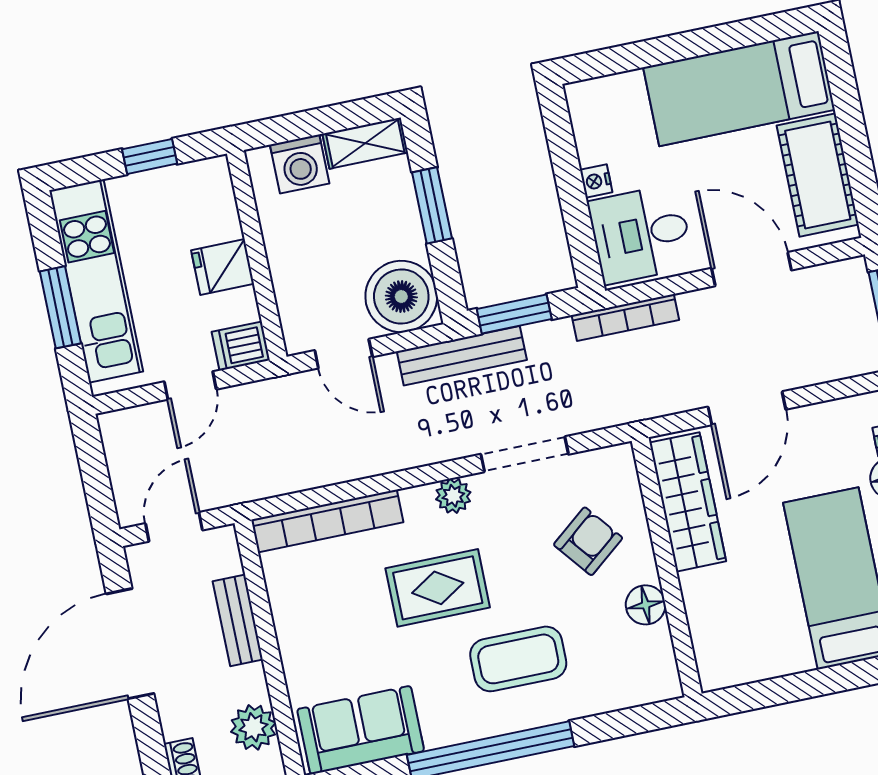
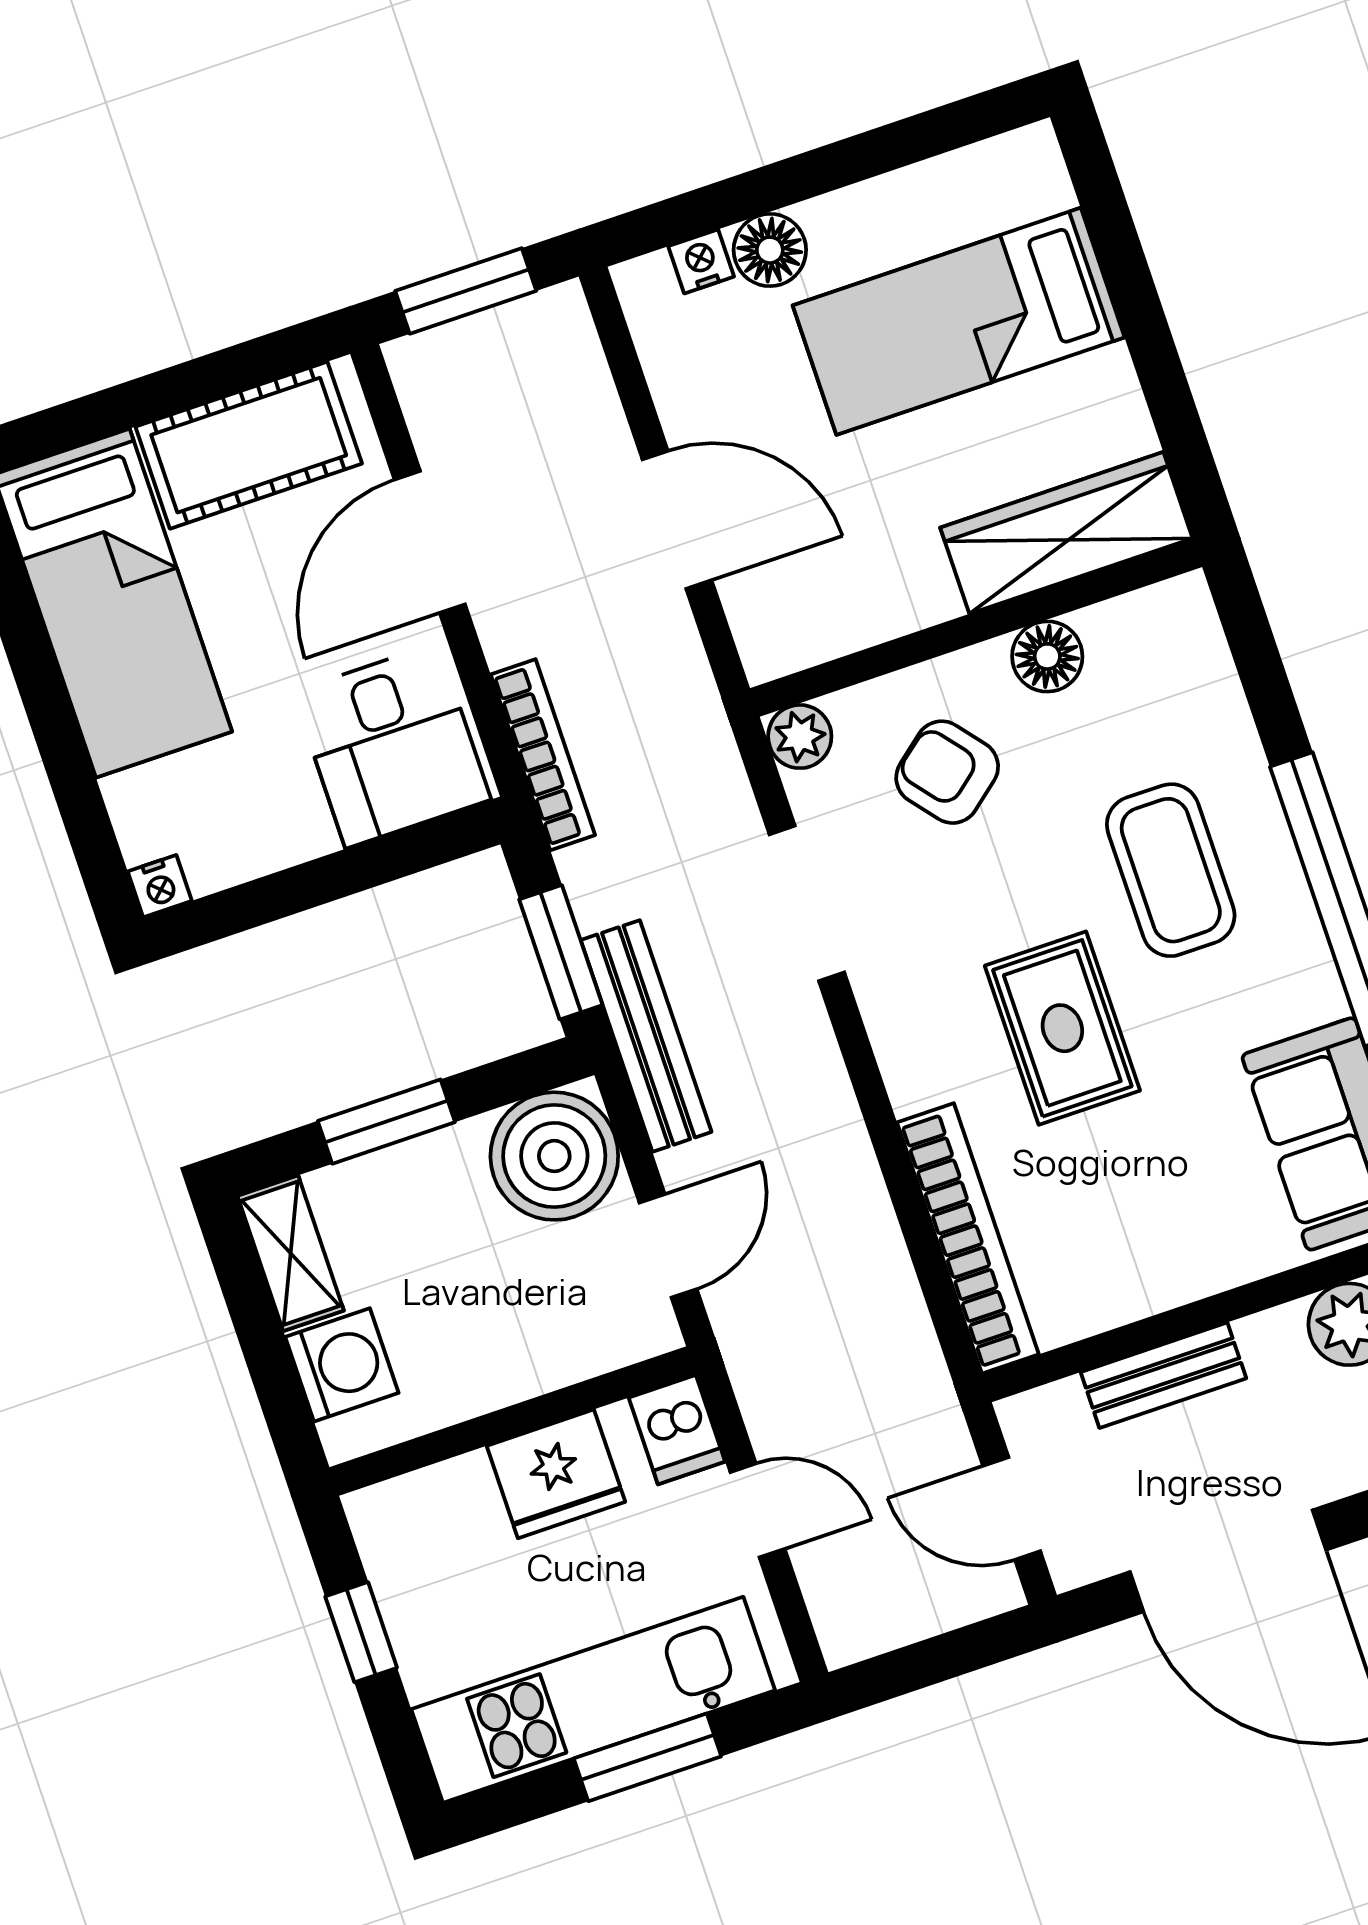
nightstand: (596, 181) -> (160, 886), moved
fridge: (223, 267) -> (556, 1474), width x1.38
plant: (453, 496) -> (800, 737), moved
wardrobe: (688, 502) -> (1066, 533), moved

